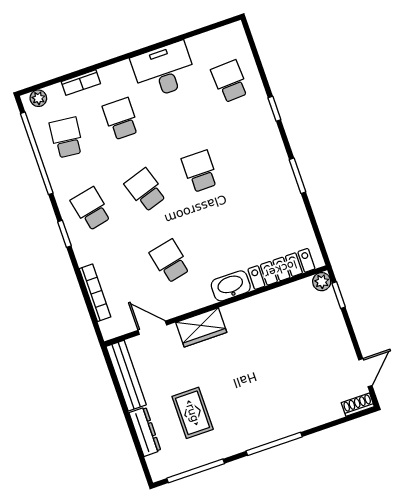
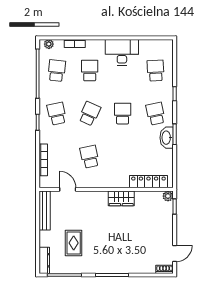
school desk: (254, 152) -> (156, 114), added
school desk: (145, 190) -> (90, 114), turned 42
washbasin: (231, 286) -> (167, 138), moved, turned -90
wardrobe: (201, 327) -> (121, 198), moved
dresser: (145, 432) -> (44, 260), moved

